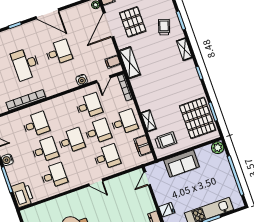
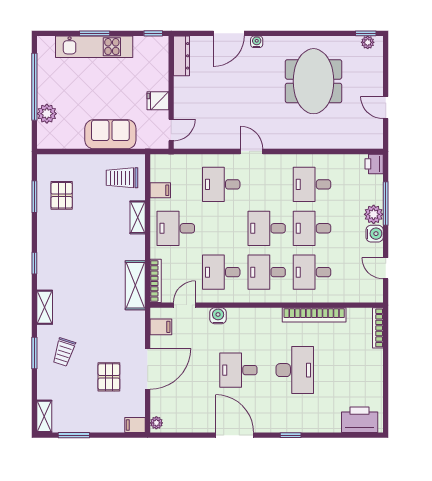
pallet: (133, 22) -> (109, 377), width x0.67, depth x0.71
door: (108, 25) -> (148, 369), moved
shelving: (130, 63) -> (135, 285), moved
pallet: (197, 118) -> (62, 195), width x0.49, depth x0.50
desk: (98, 131) -> (267, 272), moved
filing cabinet: (143, 146) -> (160, 190), width x0.50
plant: (218, 148) -> (47, 114), moved
plant: (12, 171) -> (374, 214), added
printer: (23, 194) -> (374, 164), width x0.53, depth x0.68
fridge: (167, 210) -> (158, 101), moved

